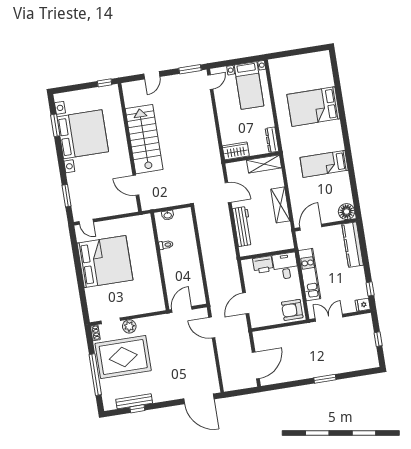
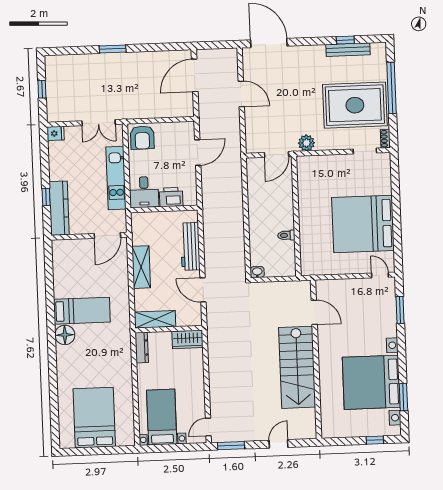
window: (105, 83) -> (375, 440), moved
bed: (313, 107) -> (94, 418), moved, turned -90
floor lamp: (347, 212) -> (65, 335), moved
washbasin: (168, 215) -> (257, 272), moved
window: (370, 289) -> (46, 197), moved
armchair: (292, 310) -> (142, 138), turned 90
plant: (129, 326) -> (306, 143), moved
door: (212, 328) -> (241, 94), moved

